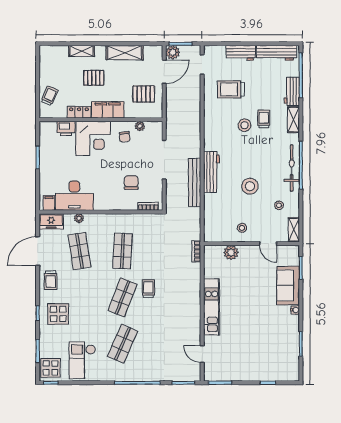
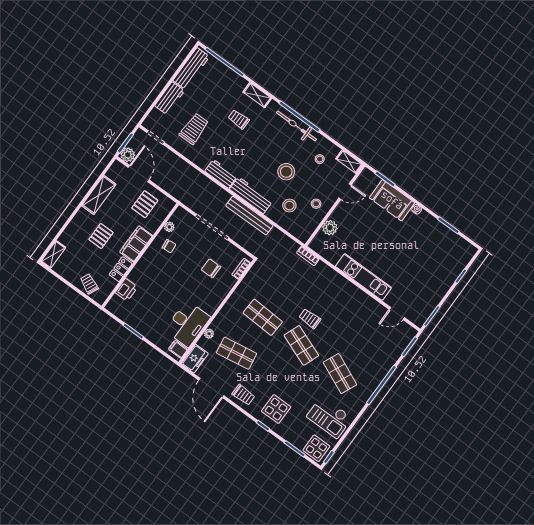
shelving: (82, 51) -> (53, 255), moved
trolley: (231, 89) -> (194, 129), turned 180
workbench: (292, 91) -> (221, 174), moved, turned 180
stool: (245, 125) -> (289, 205), moved
corner desk: (93, 138) -> (151, 273), removed

